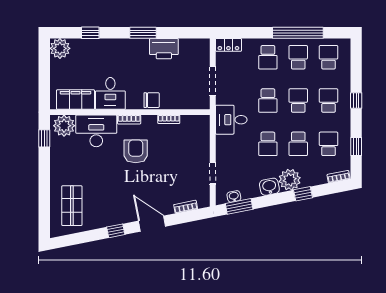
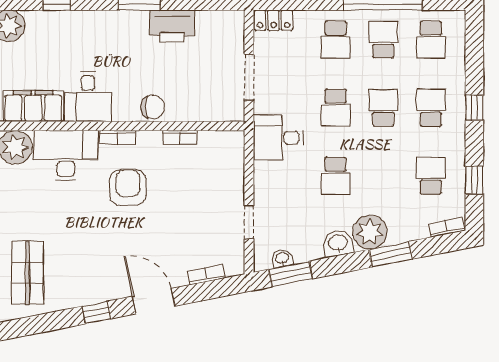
school desk: (329, 57) -> (431, 40), turned 180
school desk: (298, 144) -> (383, 176), removed
window: (303, 194) -> (391, 254), width x1.50

